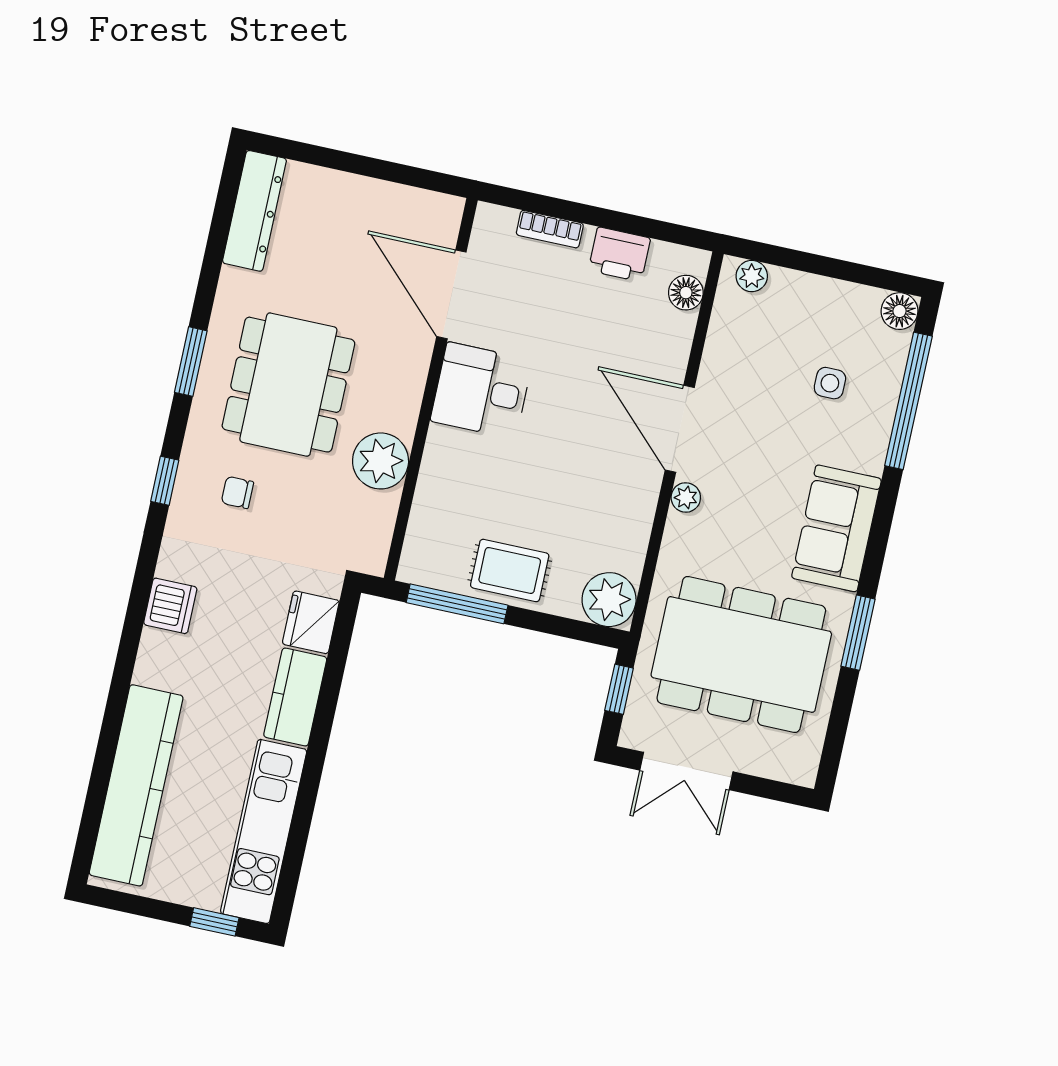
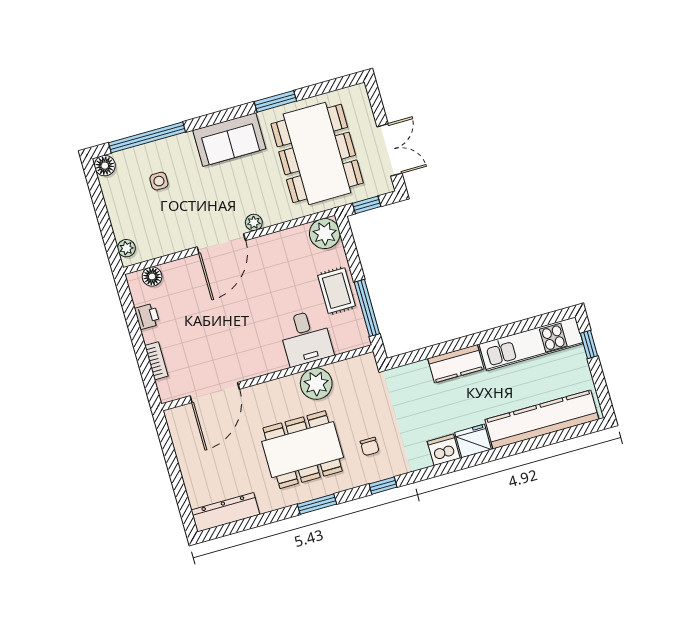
printer: (619, 254) -> (147, 316), width x0.73, depth x0.81
desk: (481, 391) -> (306, 338), moved
fridge: (311, 622) -> (473, 441), moved, turned 180

